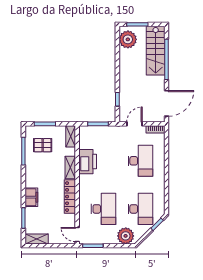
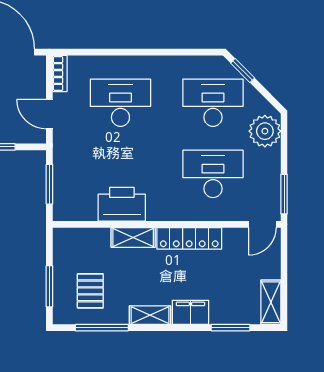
shelving: (71, 136) -> (150, 315), moved

